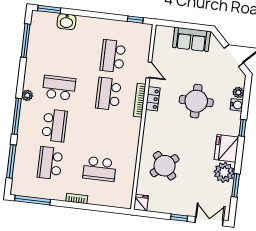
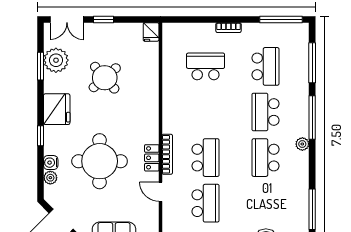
school desk: (59, 88) -> (265, 158), turned 90
round table: (196, 101) -> (100, 161), width x1.36, depth x1.36
round table: (165, 166) -> (105, 78), moved
plant: (224, 172) -> (56, 60), moved

